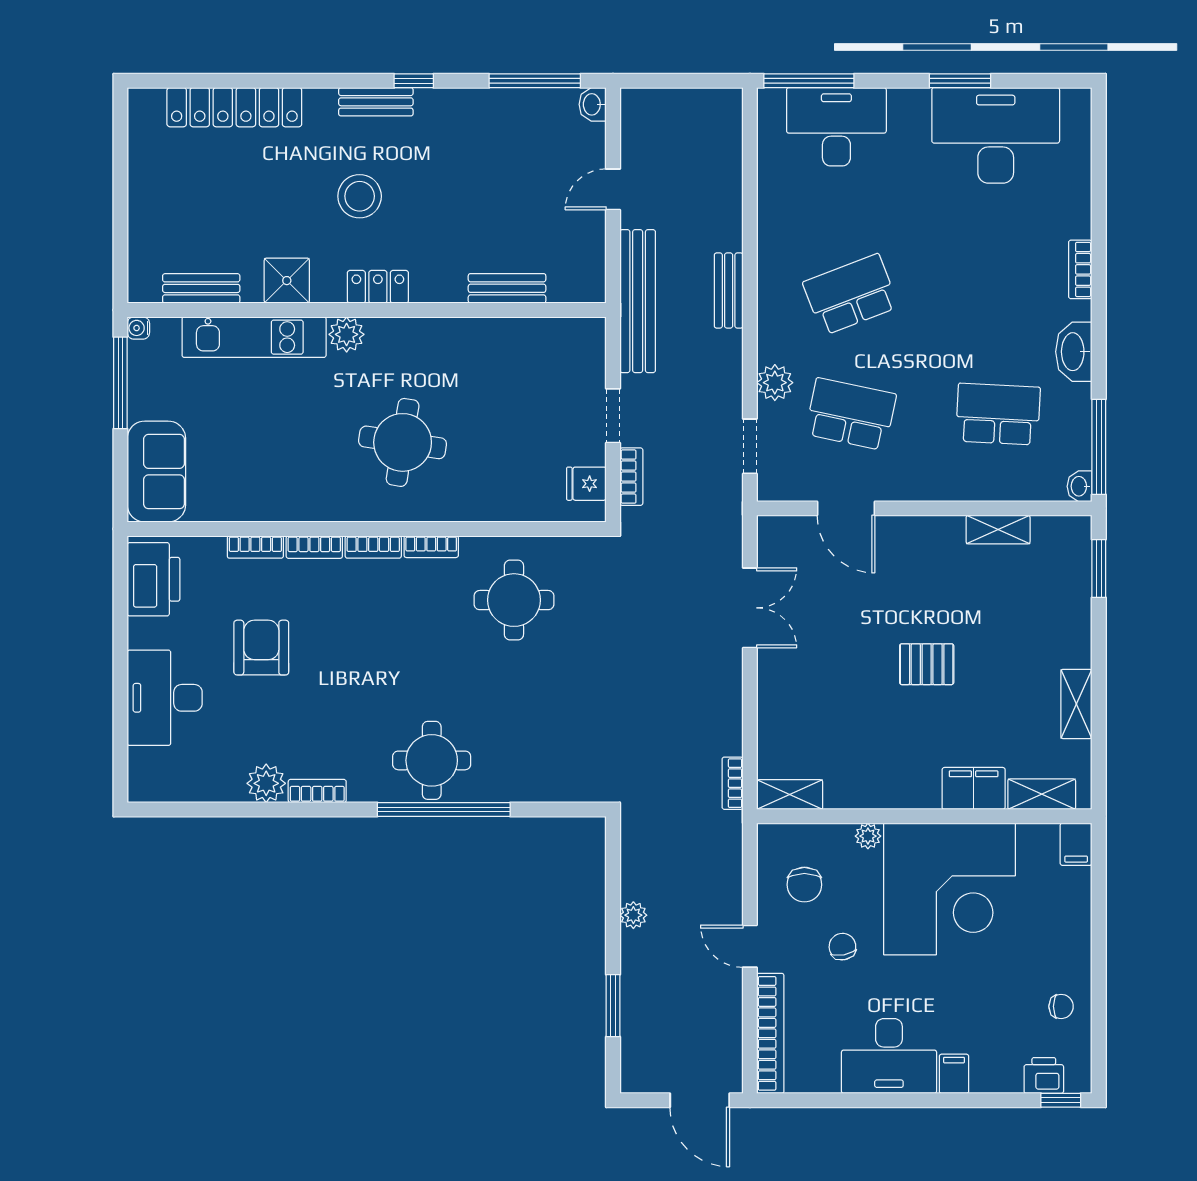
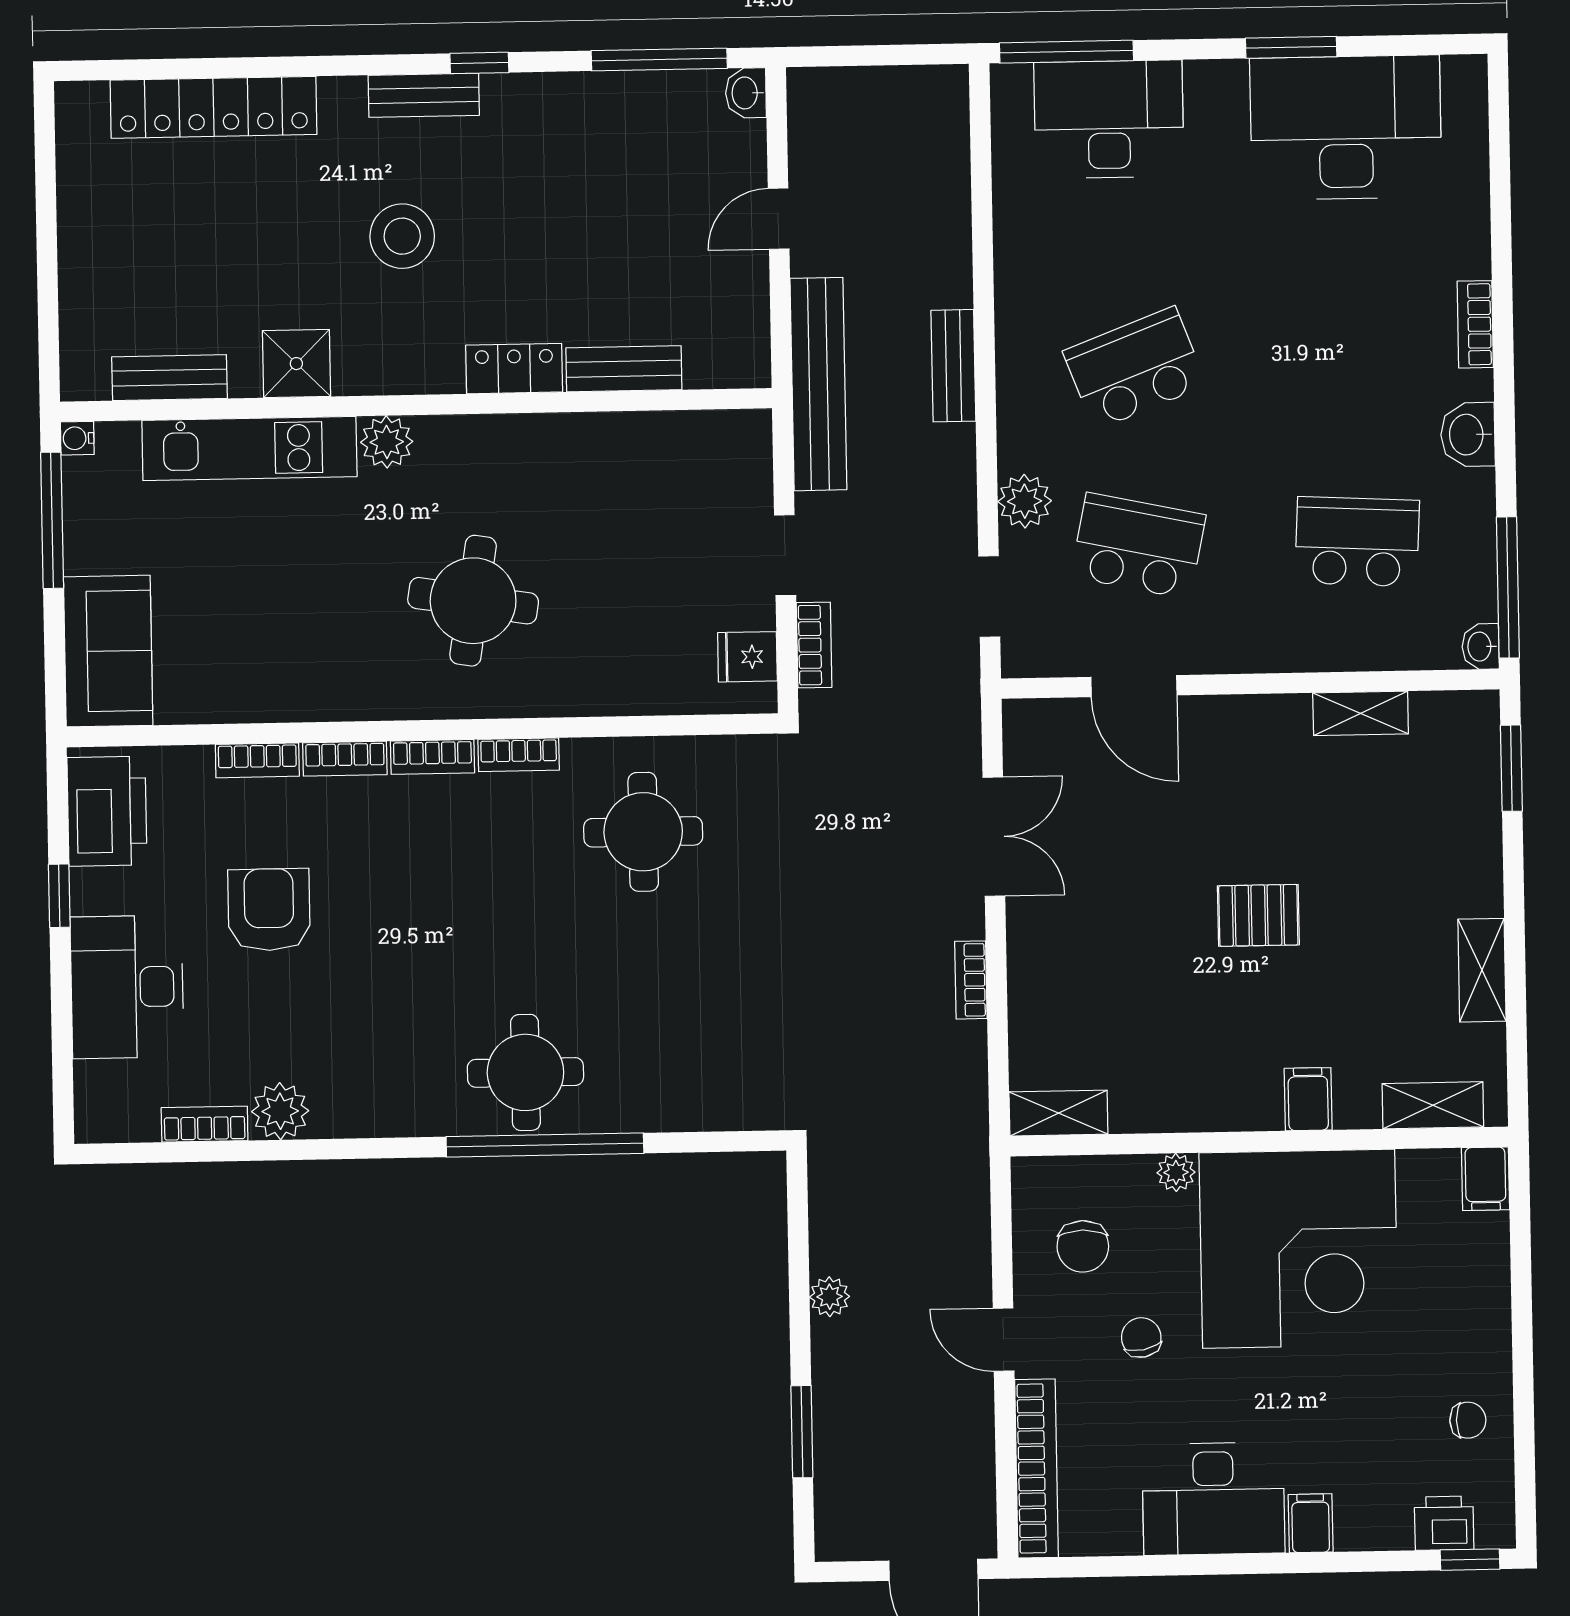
locker: (378, 287) -> (514, 369), moved
washbasin: (1074, 352) -> (1468, 435), width x0.72
window: (120, 636) -> (59, 896), added
bookcase: (733, 783) -> (971, 980), moved
filing cabinet: (974, 788) -> (1308, 1099), width x0.50
bookcase: (317, 791) -> (205, 1124), moved

